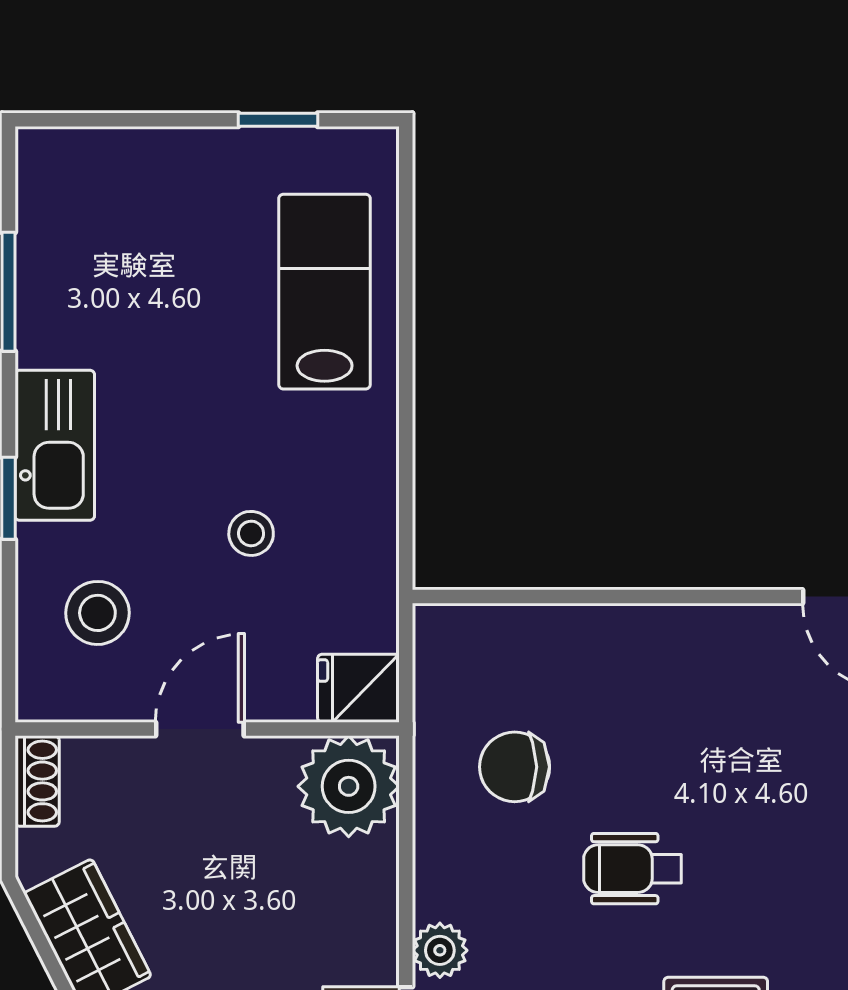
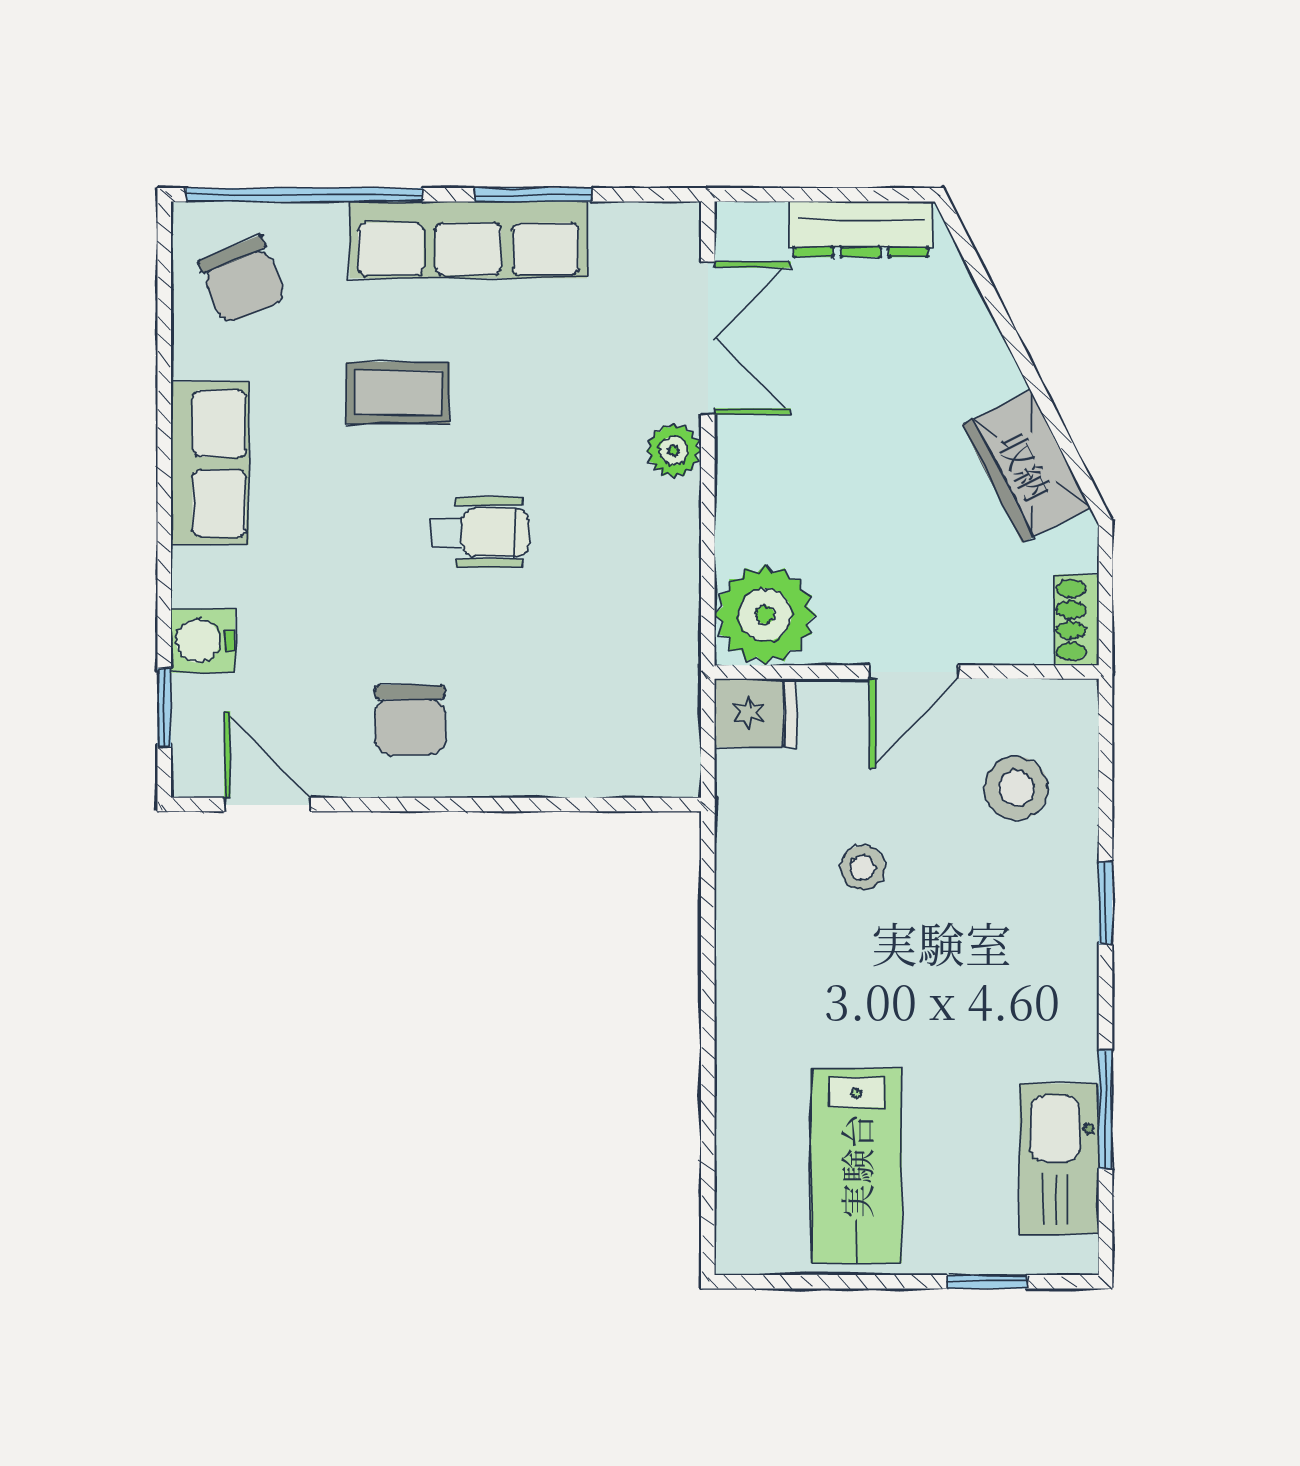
window: (278, 120) -> (987, 1282), moved
lab bench: (325, 292) -> (856, 1166), moved
kitchen sink: (55, 445) -> (1059, 1159), moved
chair: (515, 767) -> (410, 720), moved, turned 90

